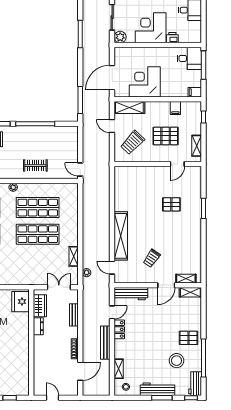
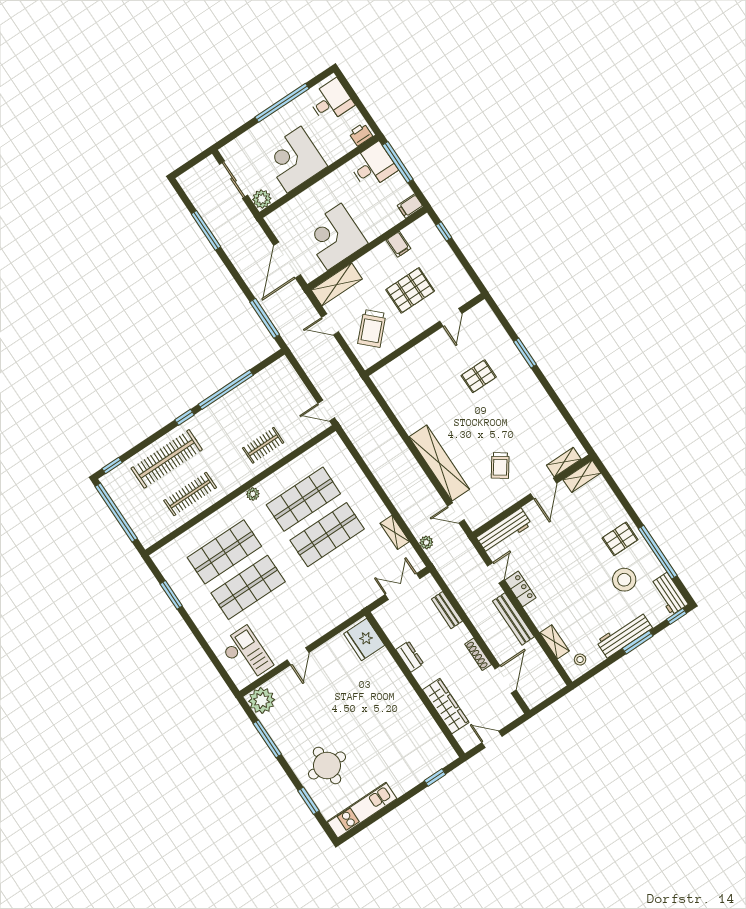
printer: (172, 38) -> (361, 134), moved
shelving: (197, 146) -> (460, 276), removed
wardrobe: (40, 306) -> (446, 706), moved, width x1.50

